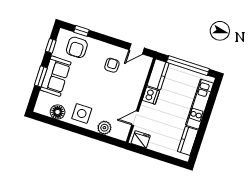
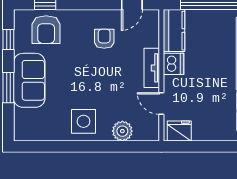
tv unit: (136, 94) -> (152, 68), added
floor lamp: (58, 112) -> (48, 130), removed
door: (135, 118) -> (161, 103), hinge flipped

